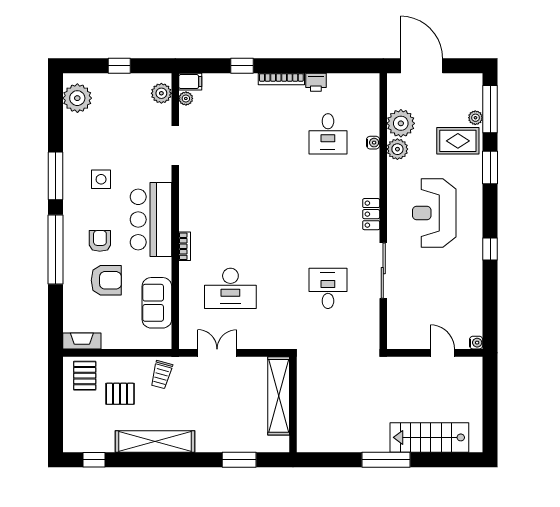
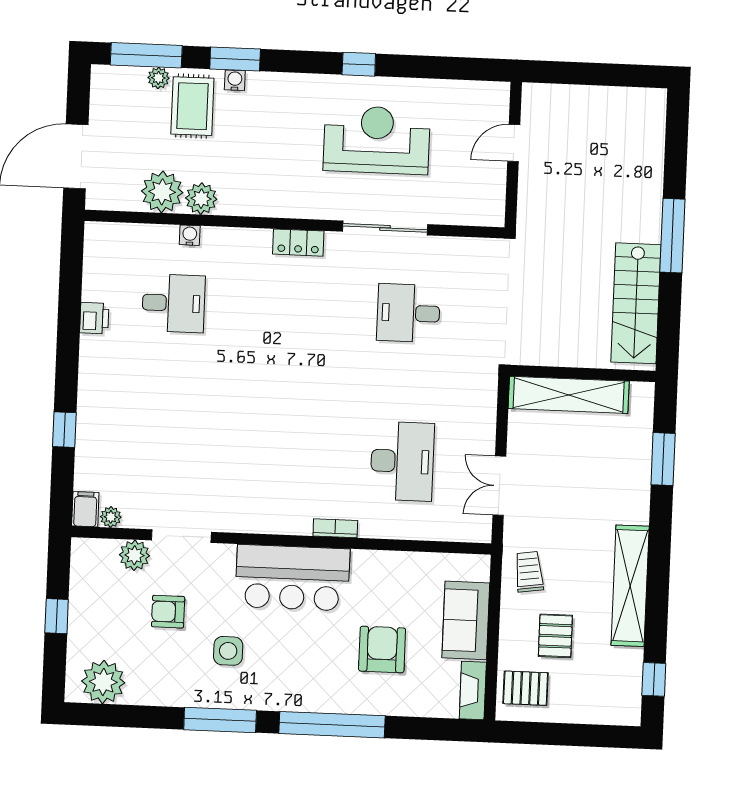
bookcase: (281, 79) -> (87, 370), removed
plant: (161, 93) -> (134, 555), moved
reception desk: (434, 213) -> (377, 140), moved, turned 180
armchair: (100, 241) -> (168, 612), moved
sofa: (157, 303) -> (466, 620), moved, turned 90
water cooler: (476, 343) -> (235, 80), moved
trolley: (161, 375) -> (529, 572), turned -113
stairs: (429, 437) -> (636, 303), moved

